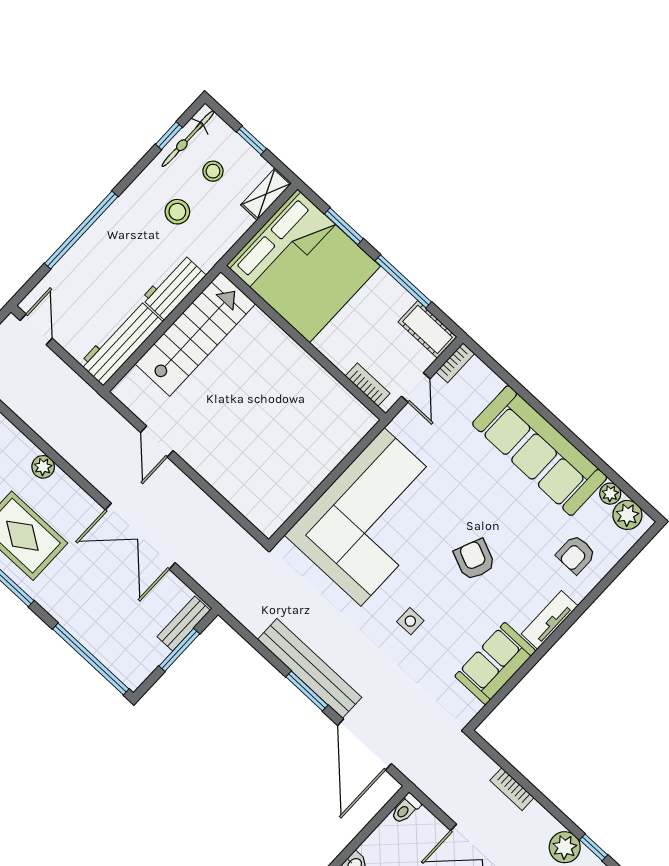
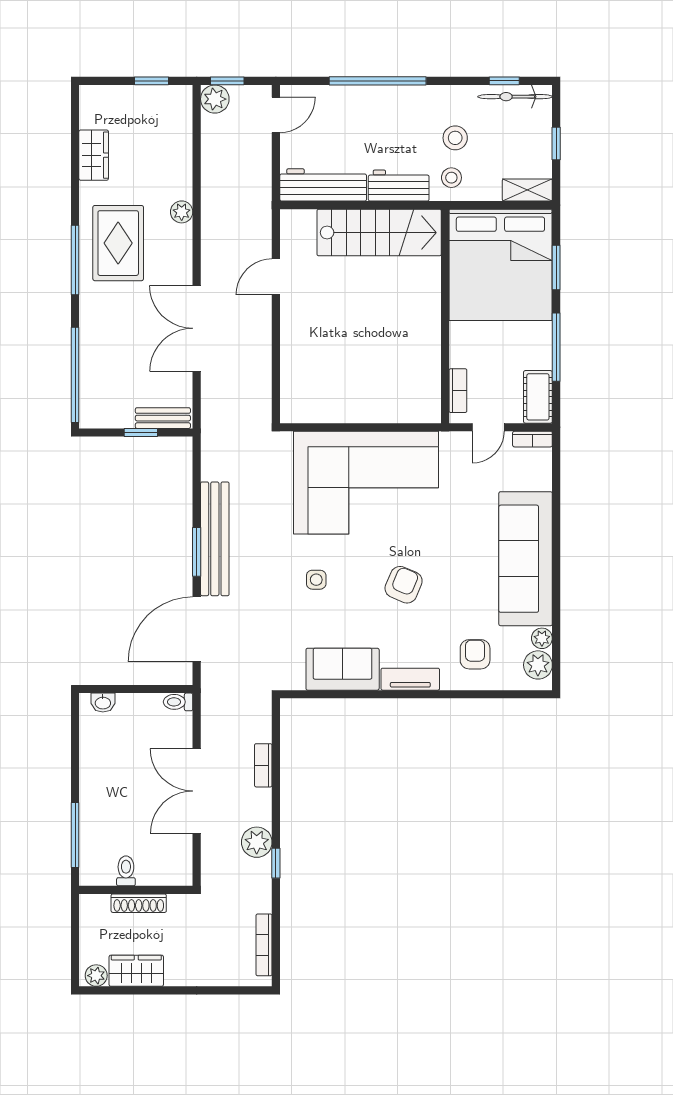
stool: (213, 171) -> (451, 178), moved
armchair: (576, 554) -> (475, 654), turned 90
window: (179, 650) -> (141, 433), width x0.67

